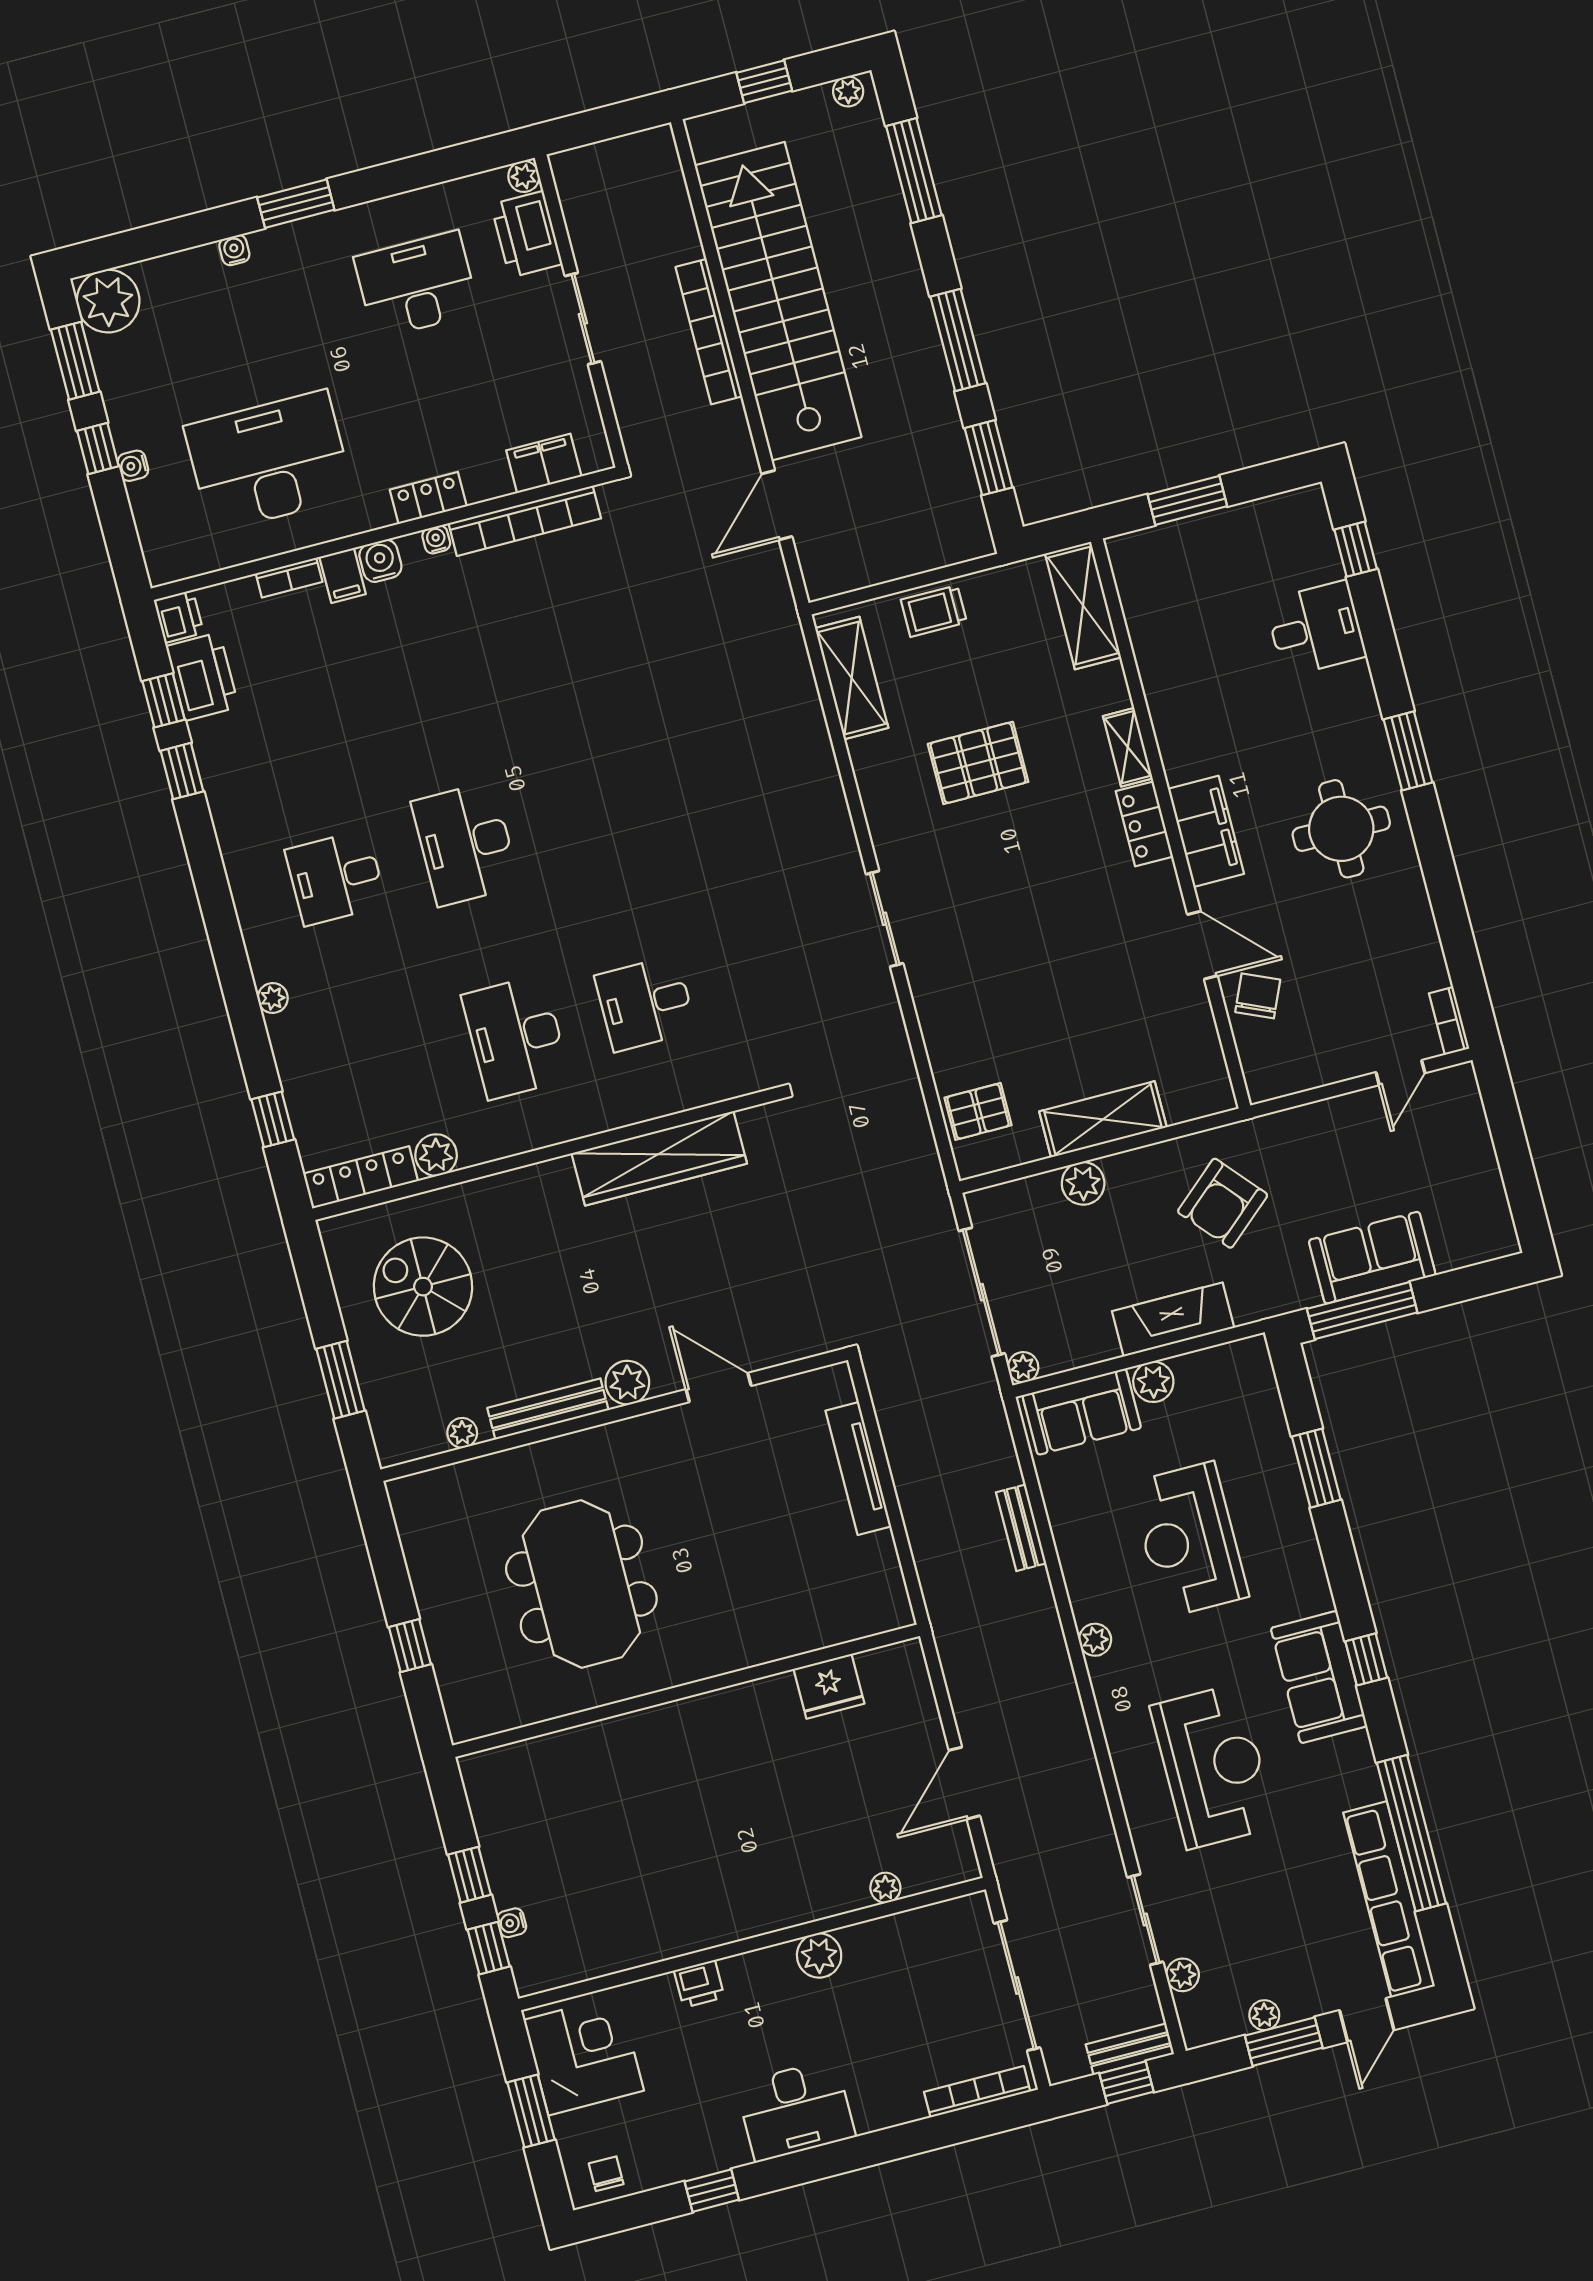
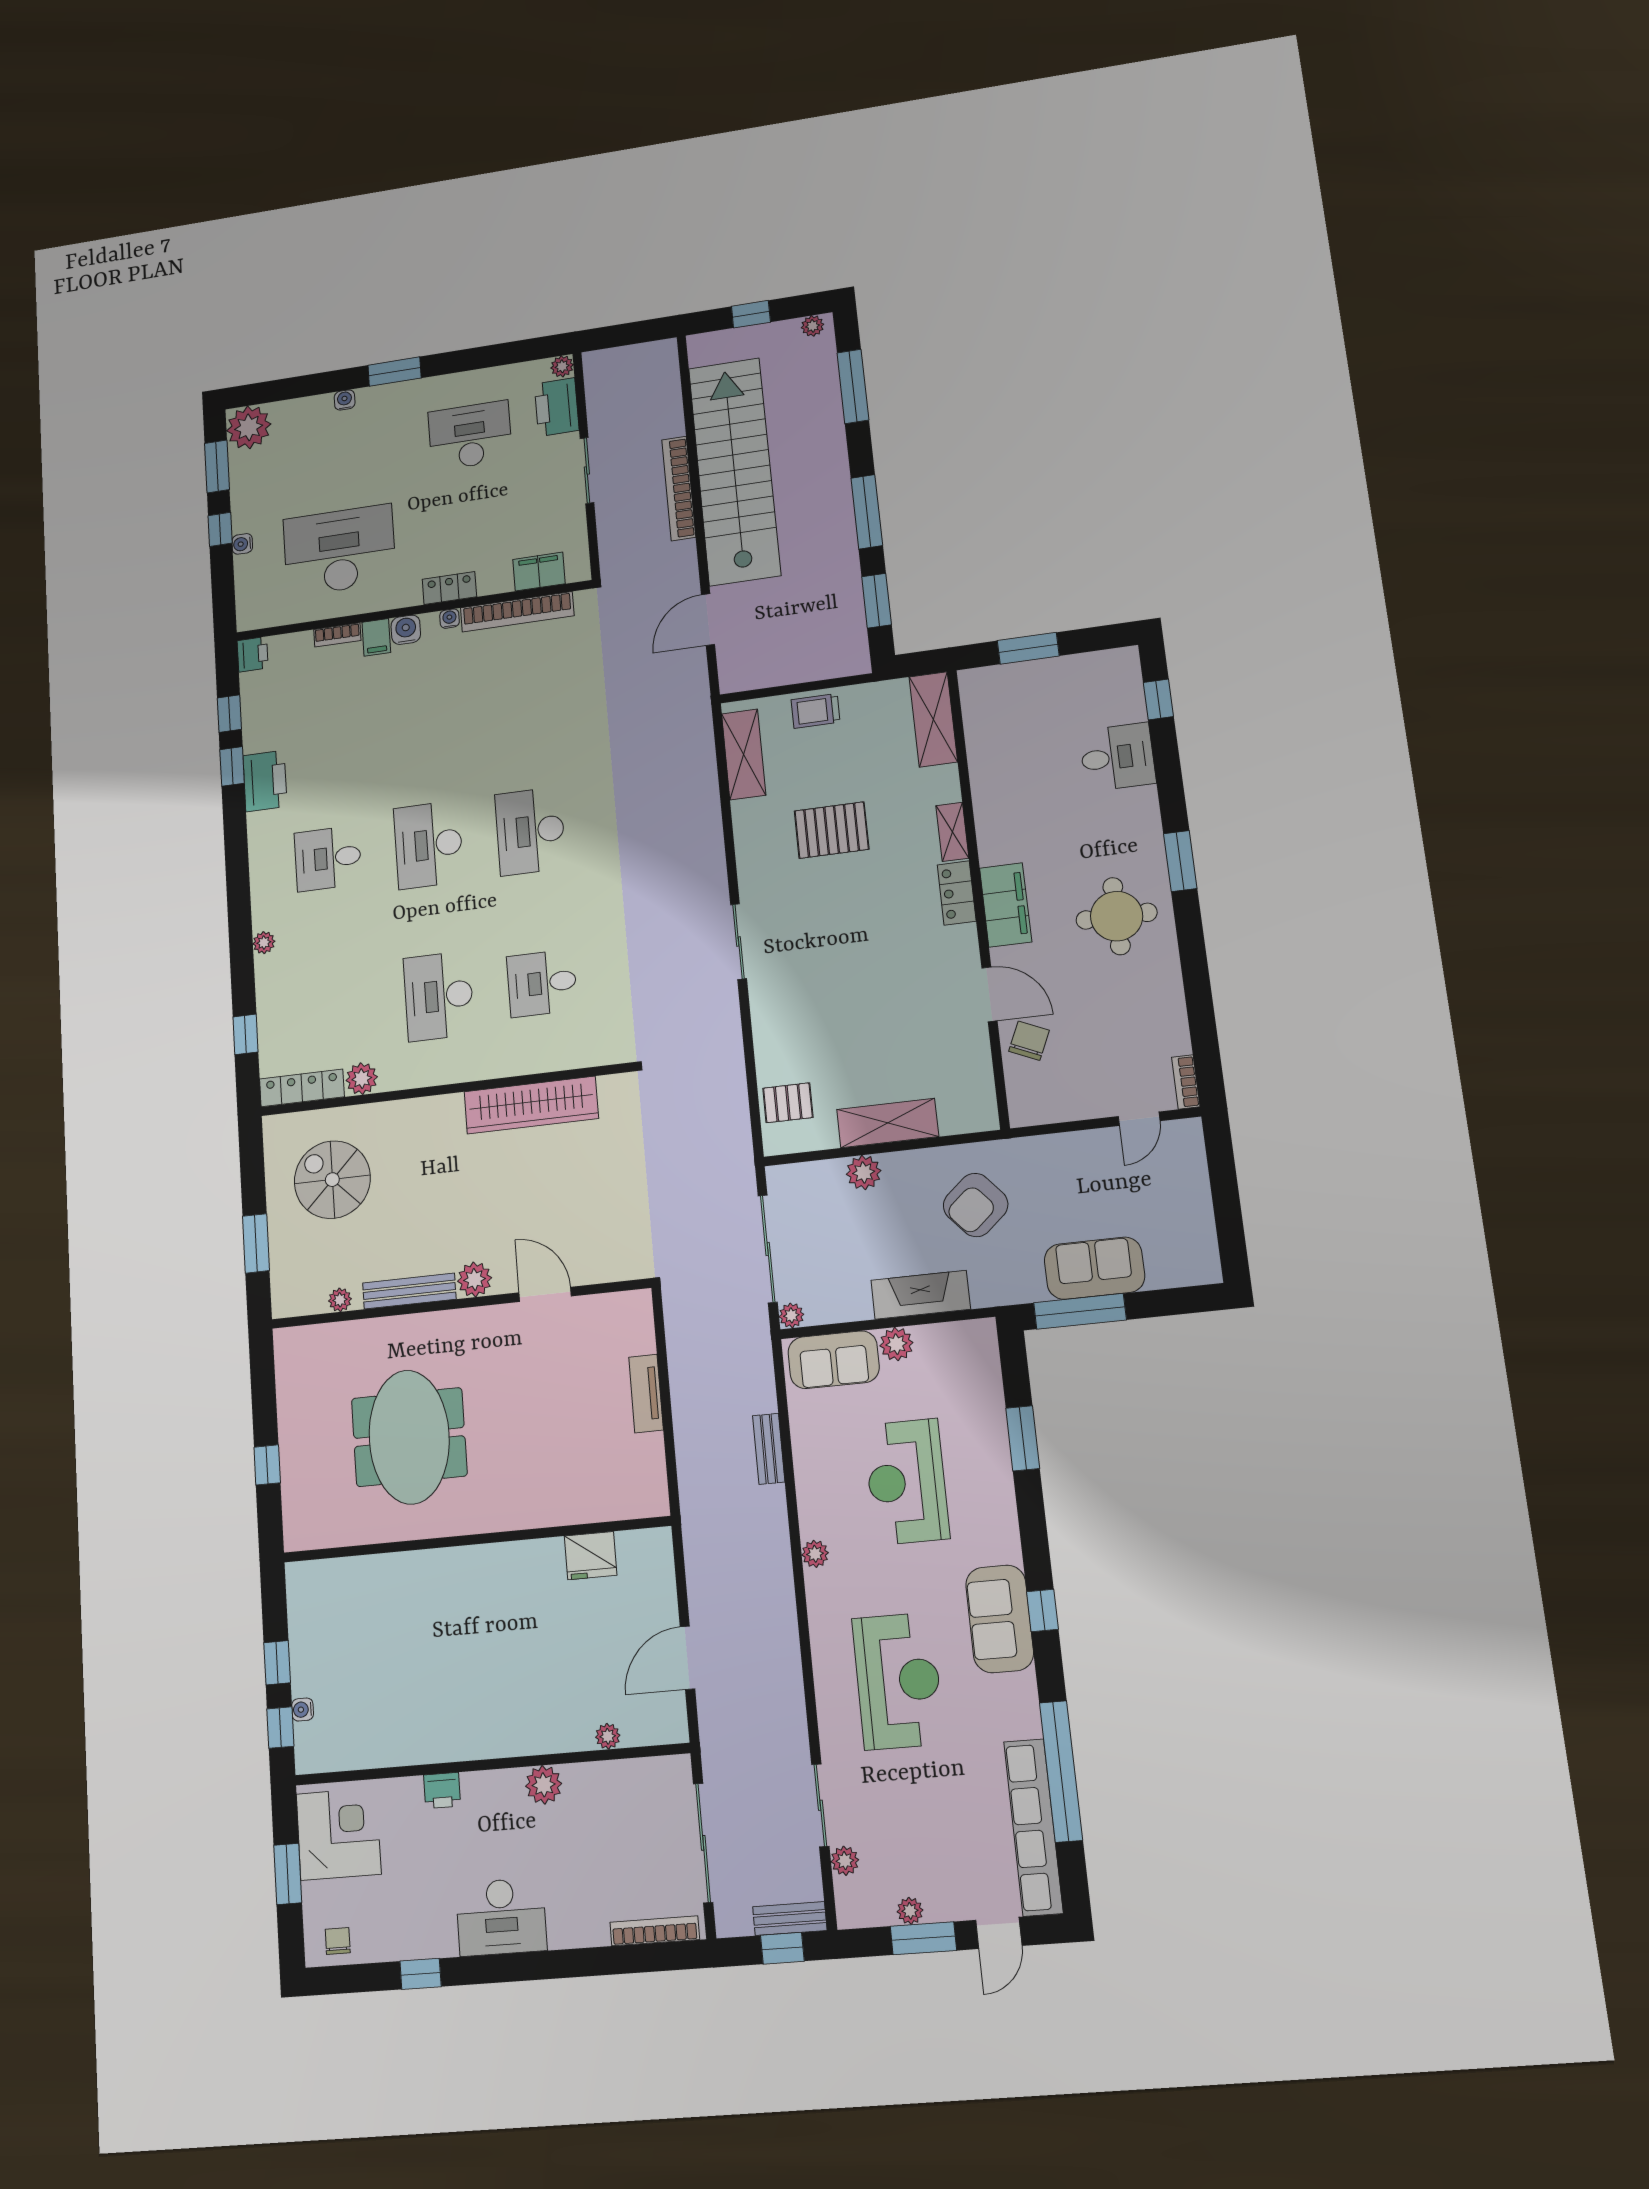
printer: (202, 677) -> (265, 781), moved
desk: (595, 810) -> (530, 831), added
tv unit: (858, 1468) -> (646, 1394), width x0.71

